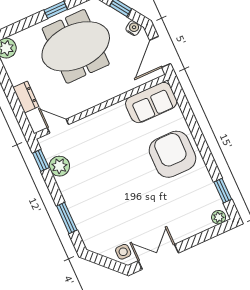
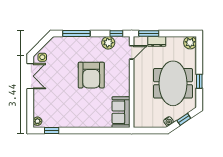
door: (160, 52) -> (148, 131), removed
window: (20, 114) -> (149, 34), added
armchair: (172, 154) -> (91, 75), moved, turned 90
window: (67, 218) -> (76, 34), width x1.44

